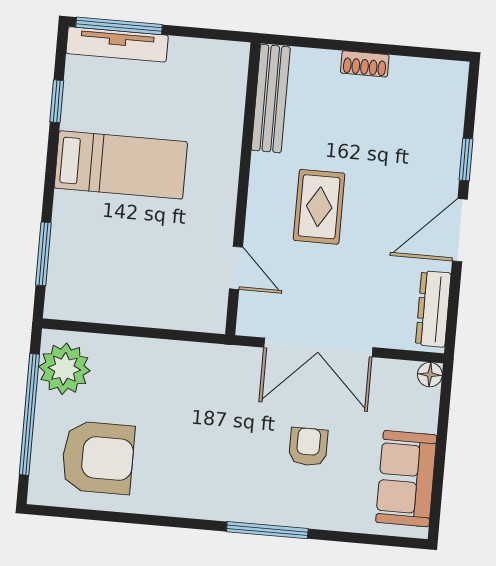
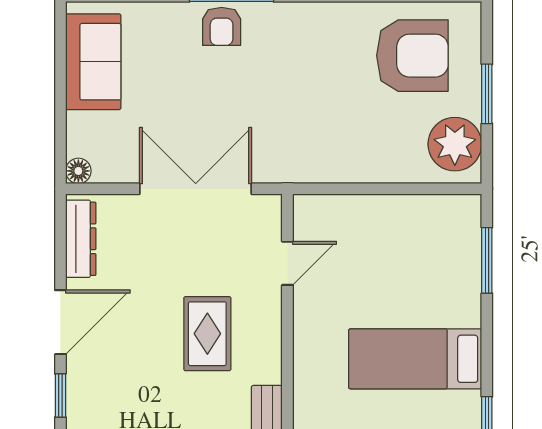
door: (236, 268) -> (287, 263), swing flipped
window: (29, 414) -> (487, 94), width x0.47
armchair: (308, 447) -> (222, 26), moved
armchair: (98, 458) -> (412, 56), turned 180

